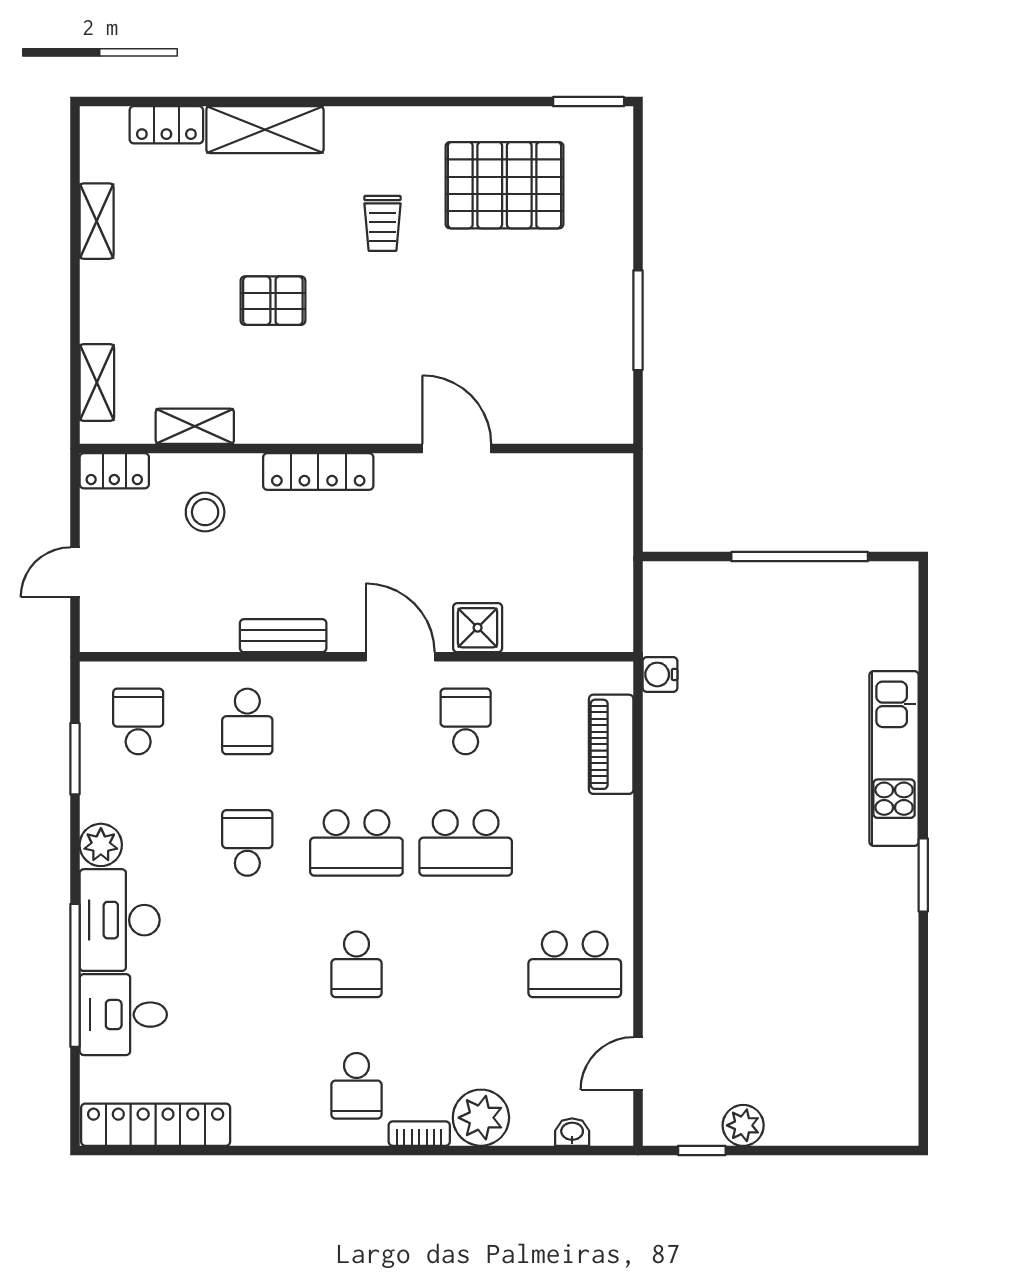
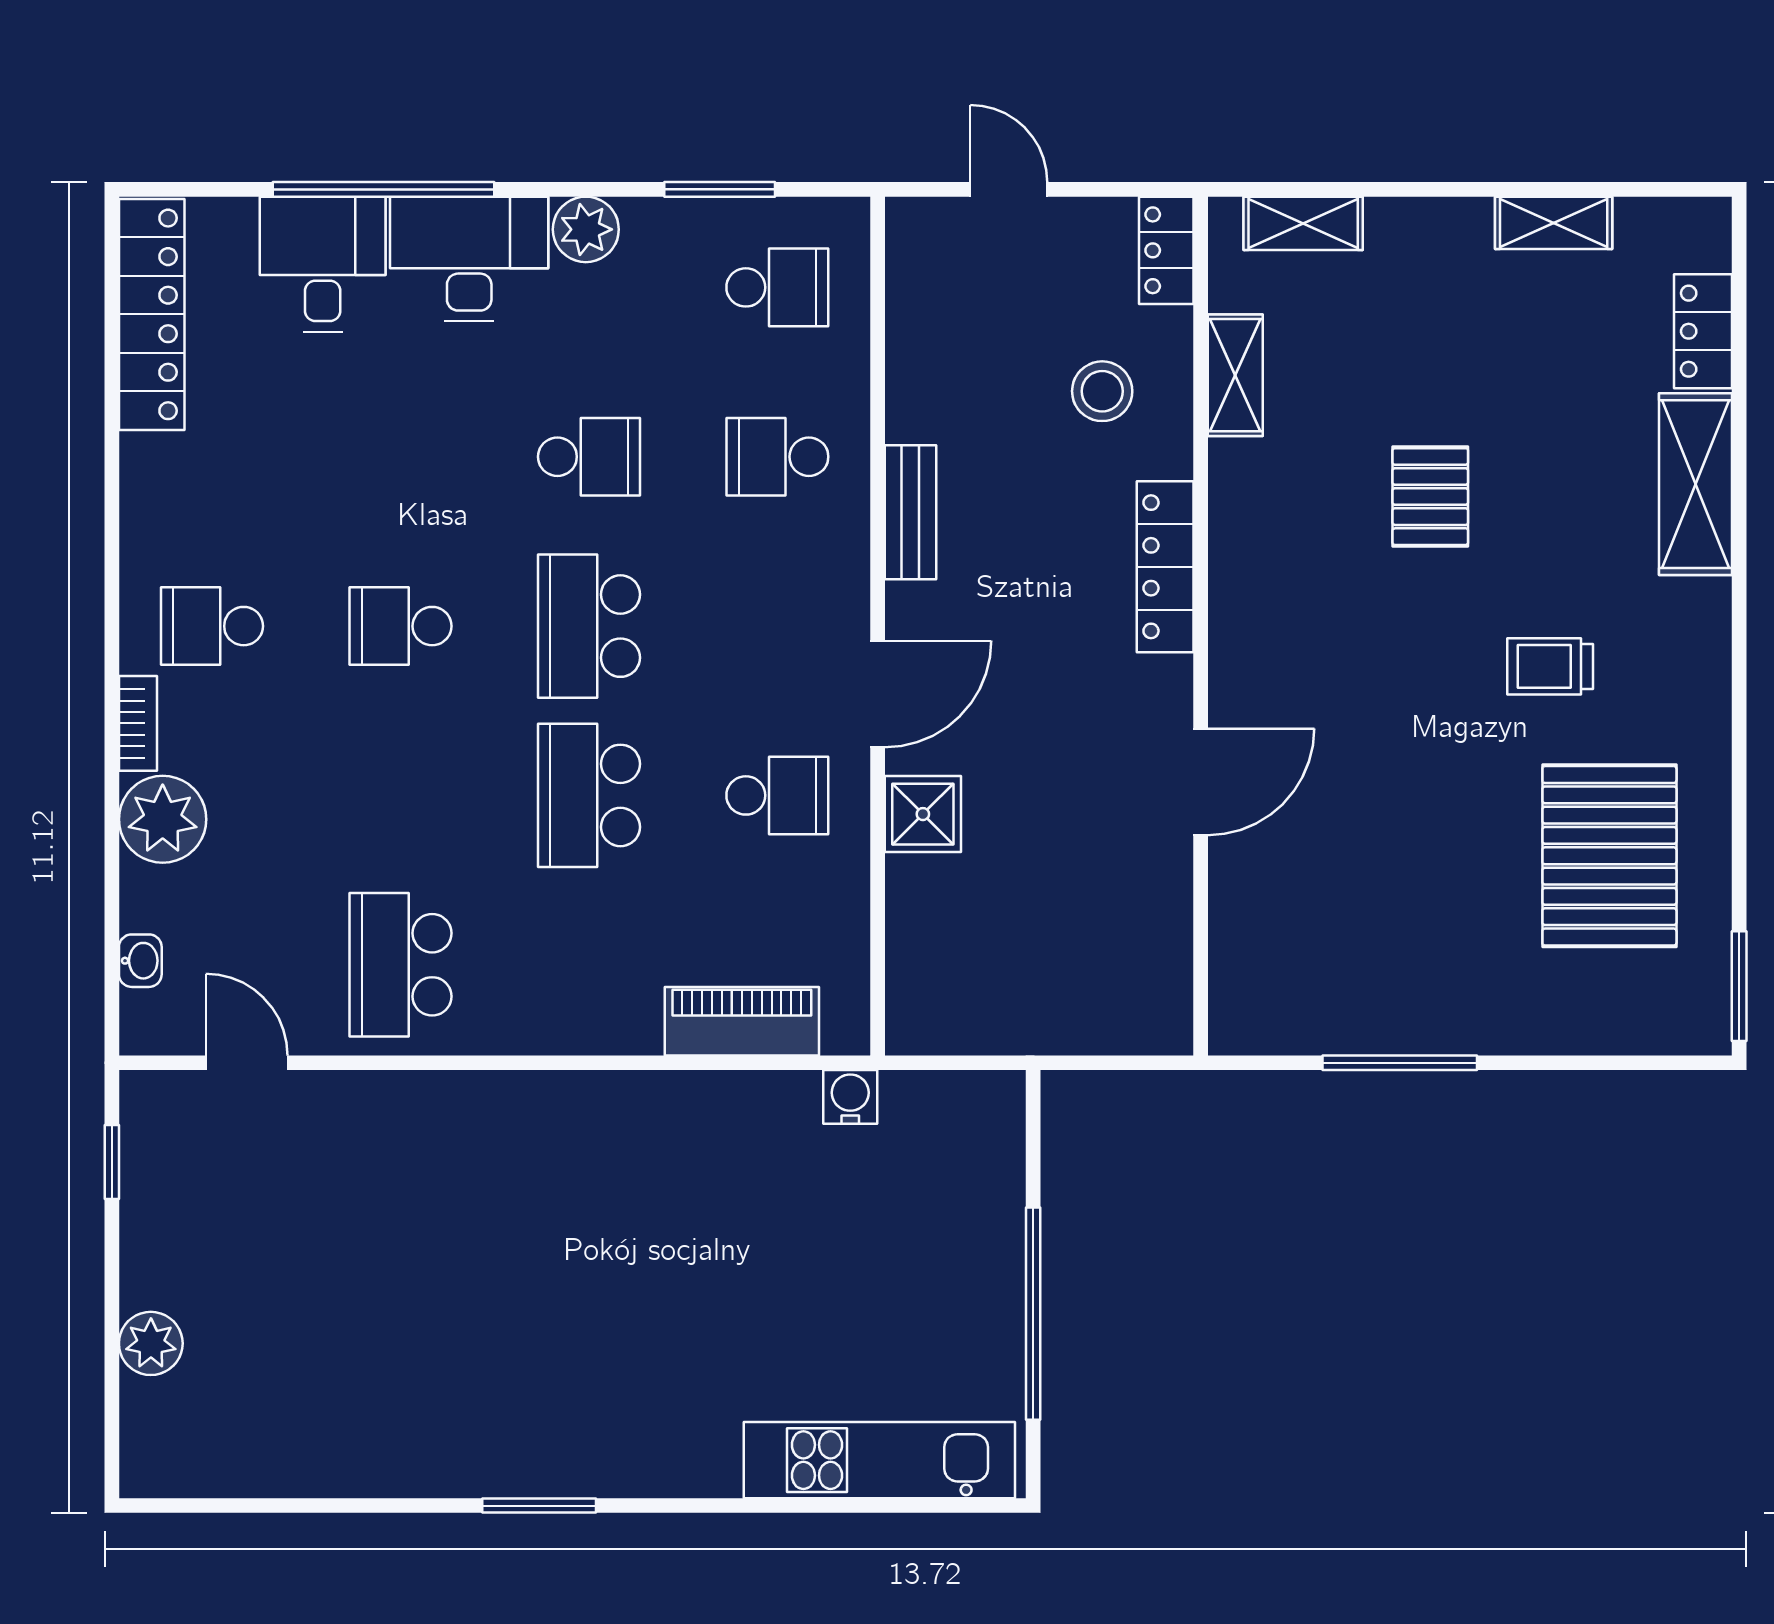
kitchen unit: (894, 759) -> (879, 1460), moved
plant: (743, 1125) -> (151, 1343), moved

